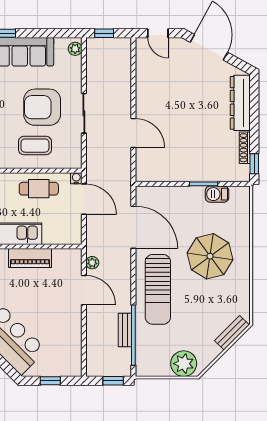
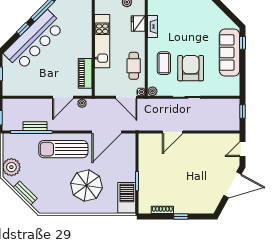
plant: (75, 49) -> (152, 91), moved
dresser: (240, 103) -> (194, 207), removed
window: (254, 164) -> (181, 217), moved
barbecue: (217, 194) -> (127, 198), width x1.88, depth x1.53
door: (84, 199) -> (126, 97), hinge flipped
piano: (30, 258) -> (85, 73), moved
bench: (232, 333) -> (25, 193), moved

